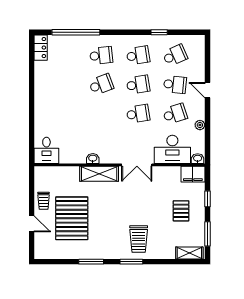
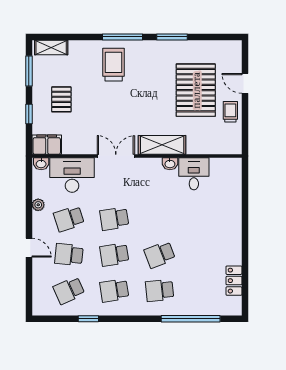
locker: (41, 48) -> (234, 281), moved
desk: (46, 150) -> (194, 174), moved
window: (131, 262) -> (122, 37), width x1.44

